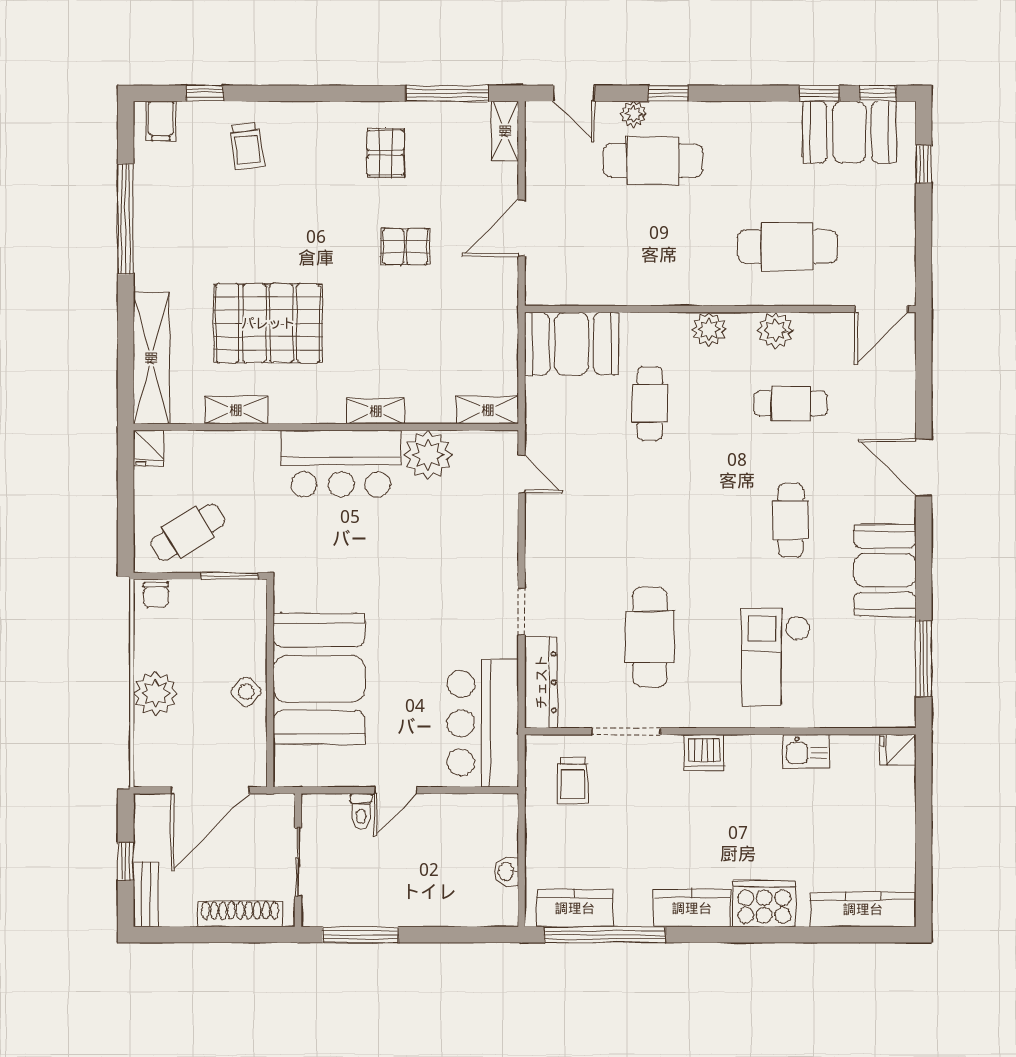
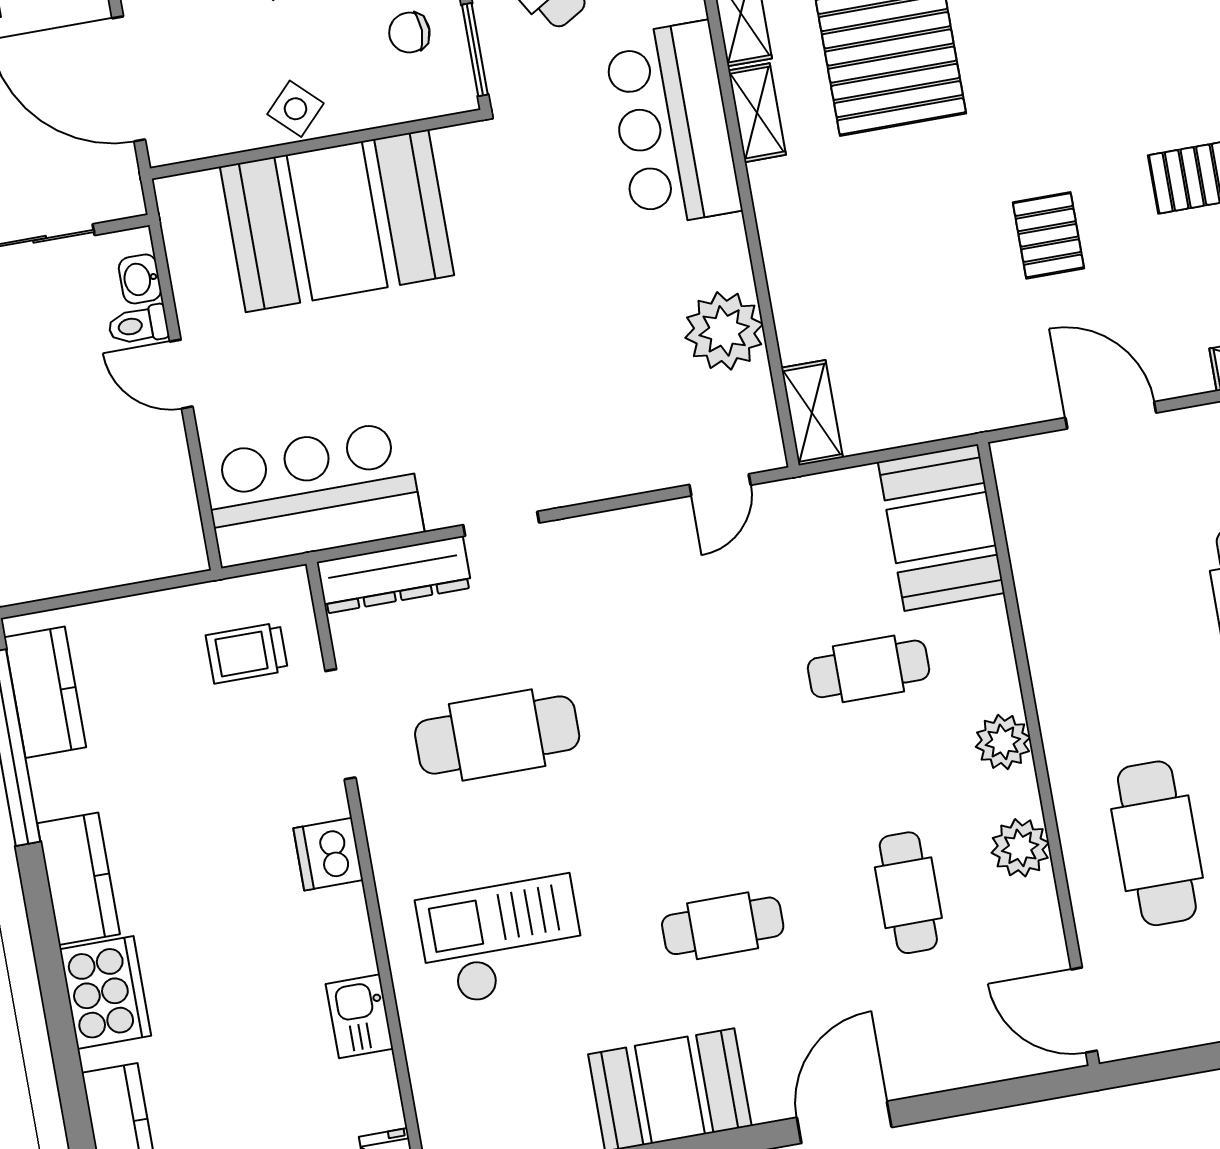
shelving: (376, 411) -> (757, 113), moved
bar counter: (341, 464) -> (673, 124), moved
chair: (212, 614) -> (409, 33), added
washbasin: (507, 871) -> (140, 279), moved, turned -90

